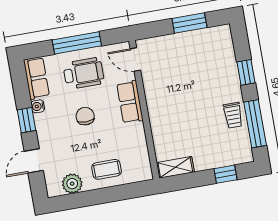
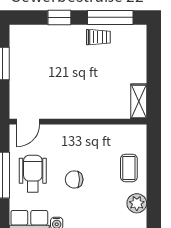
row of seats: (130, 102) -> (68, 134), removed
window: (225, 174) -> (154, 54), removed

